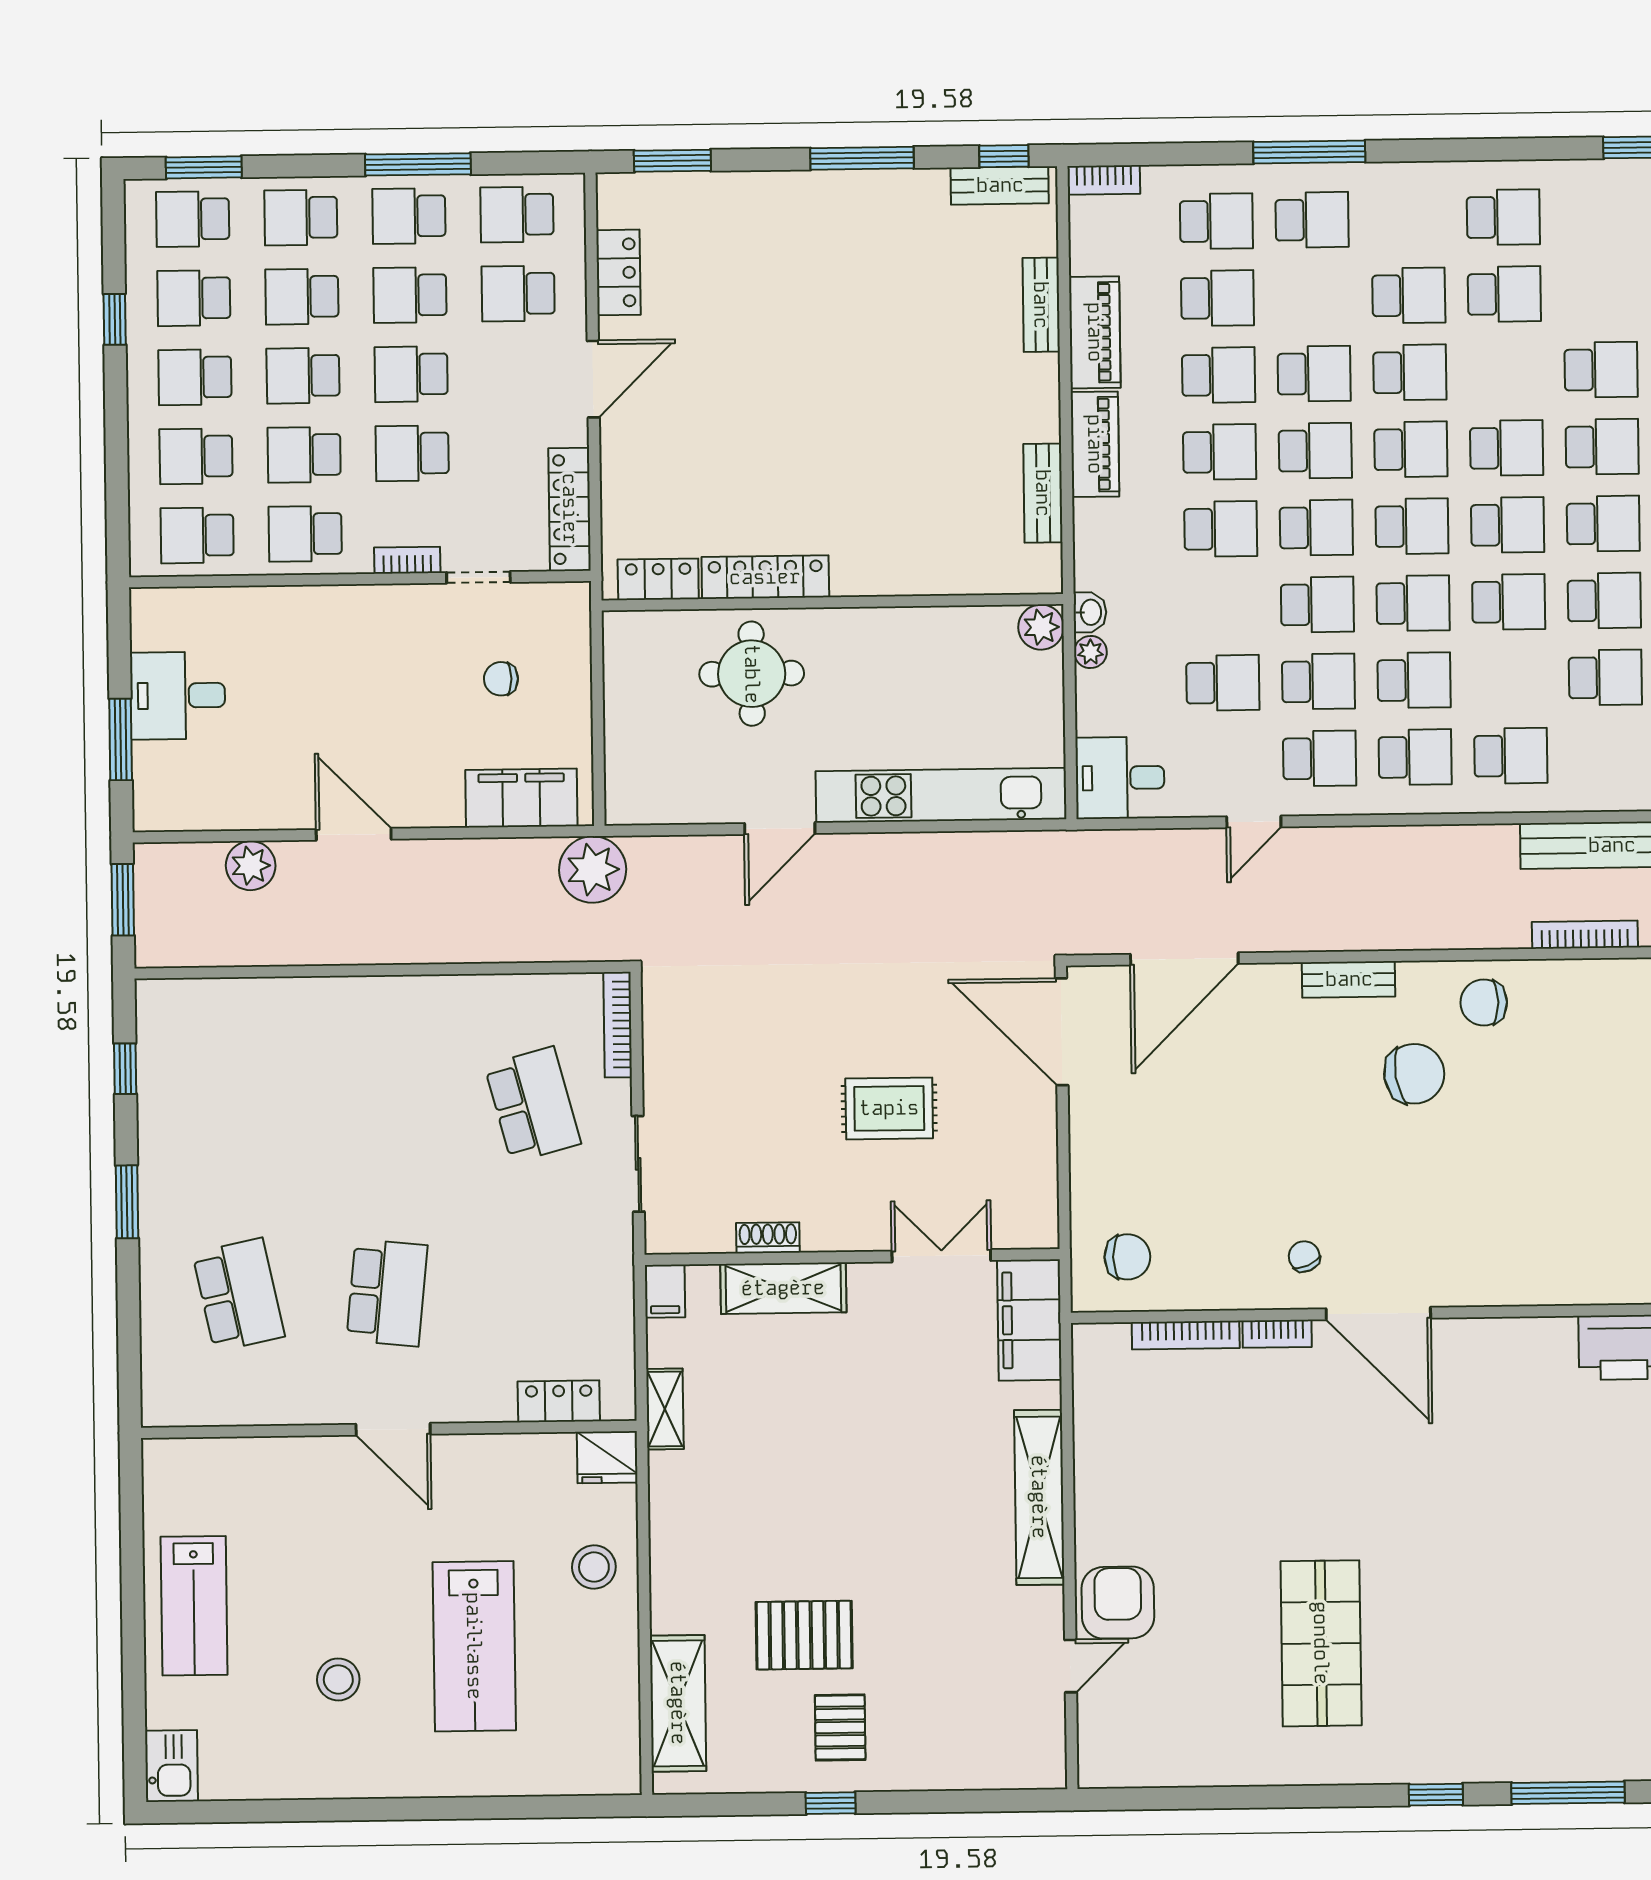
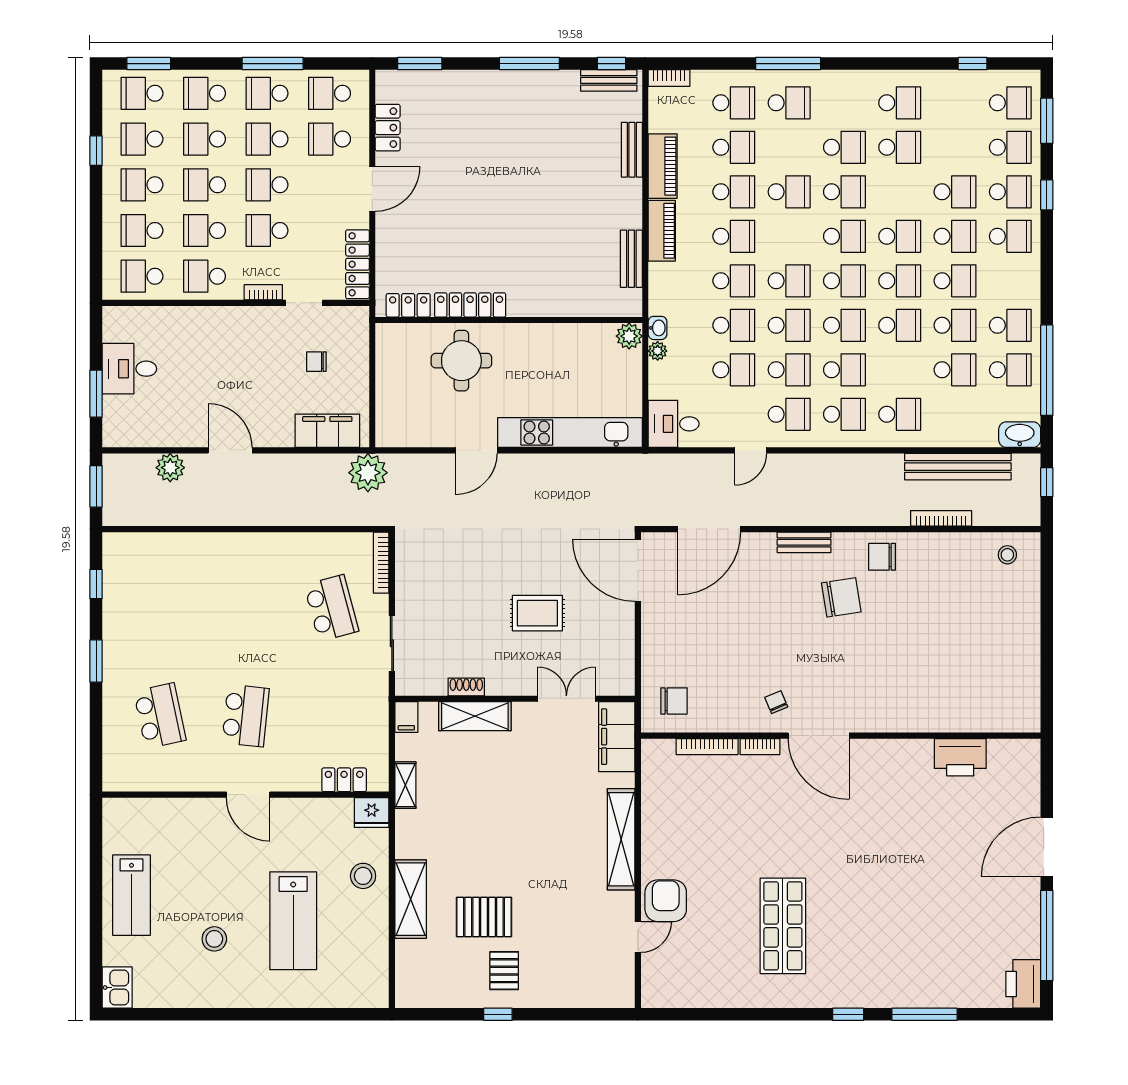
school desk: (1315, 451) -> (734, 325), moved
shelving: (678, 1703) -> (411, 899), moved

